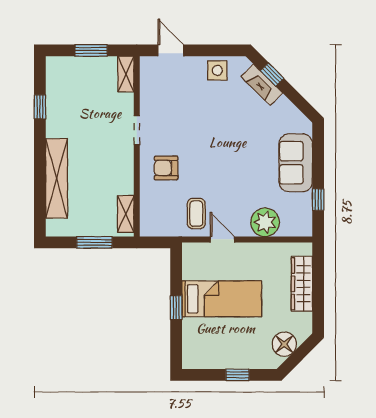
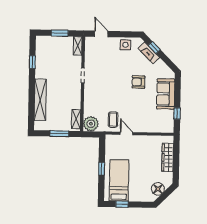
armchair: (166, 168) -> (138, 82), moved
plant: (265, 222) -> (91, 124), moved
bed: (222, 299) -> (119, 180), moved, turned -90
window: (237, 375) -> (122, 204), moved

